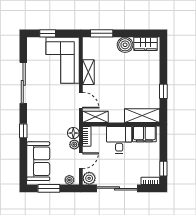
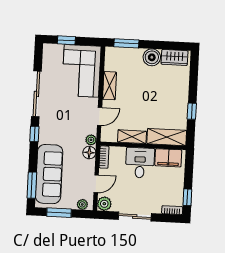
door: (81, 100) -> (100, 116), hinge flipped
shelving: (95, 117) -> (132, 137), moved
window: (23, 131) -> (34, 134), moved
plant: (74, 145) -> (91, 140), moved
sofa: (38, 161) -> (49, 174), width x1.36
window: (23, 165) -> (32, 185), added
sliding door: (117, 188) -> (135, 217), width x0.73

